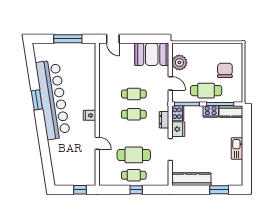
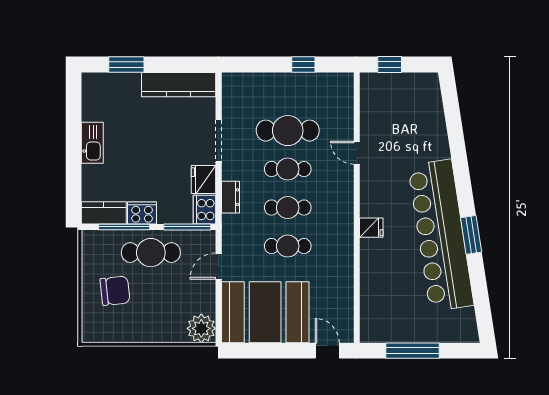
booth: (152, 54) -> (265, 312), width x1.36, depth x1.42
plant: (179, 63) -> (201, 328), moved
chair: (225, 70) -> (115, 291), turned -96
door: (170, 83) -> (219, 266), hinge flipped
fridge: (90, 115) -> (371, 228), moved
cafe table: (134, 175) -> (288, 169), moved
window: (136, 190) -> (303, 64), moved

